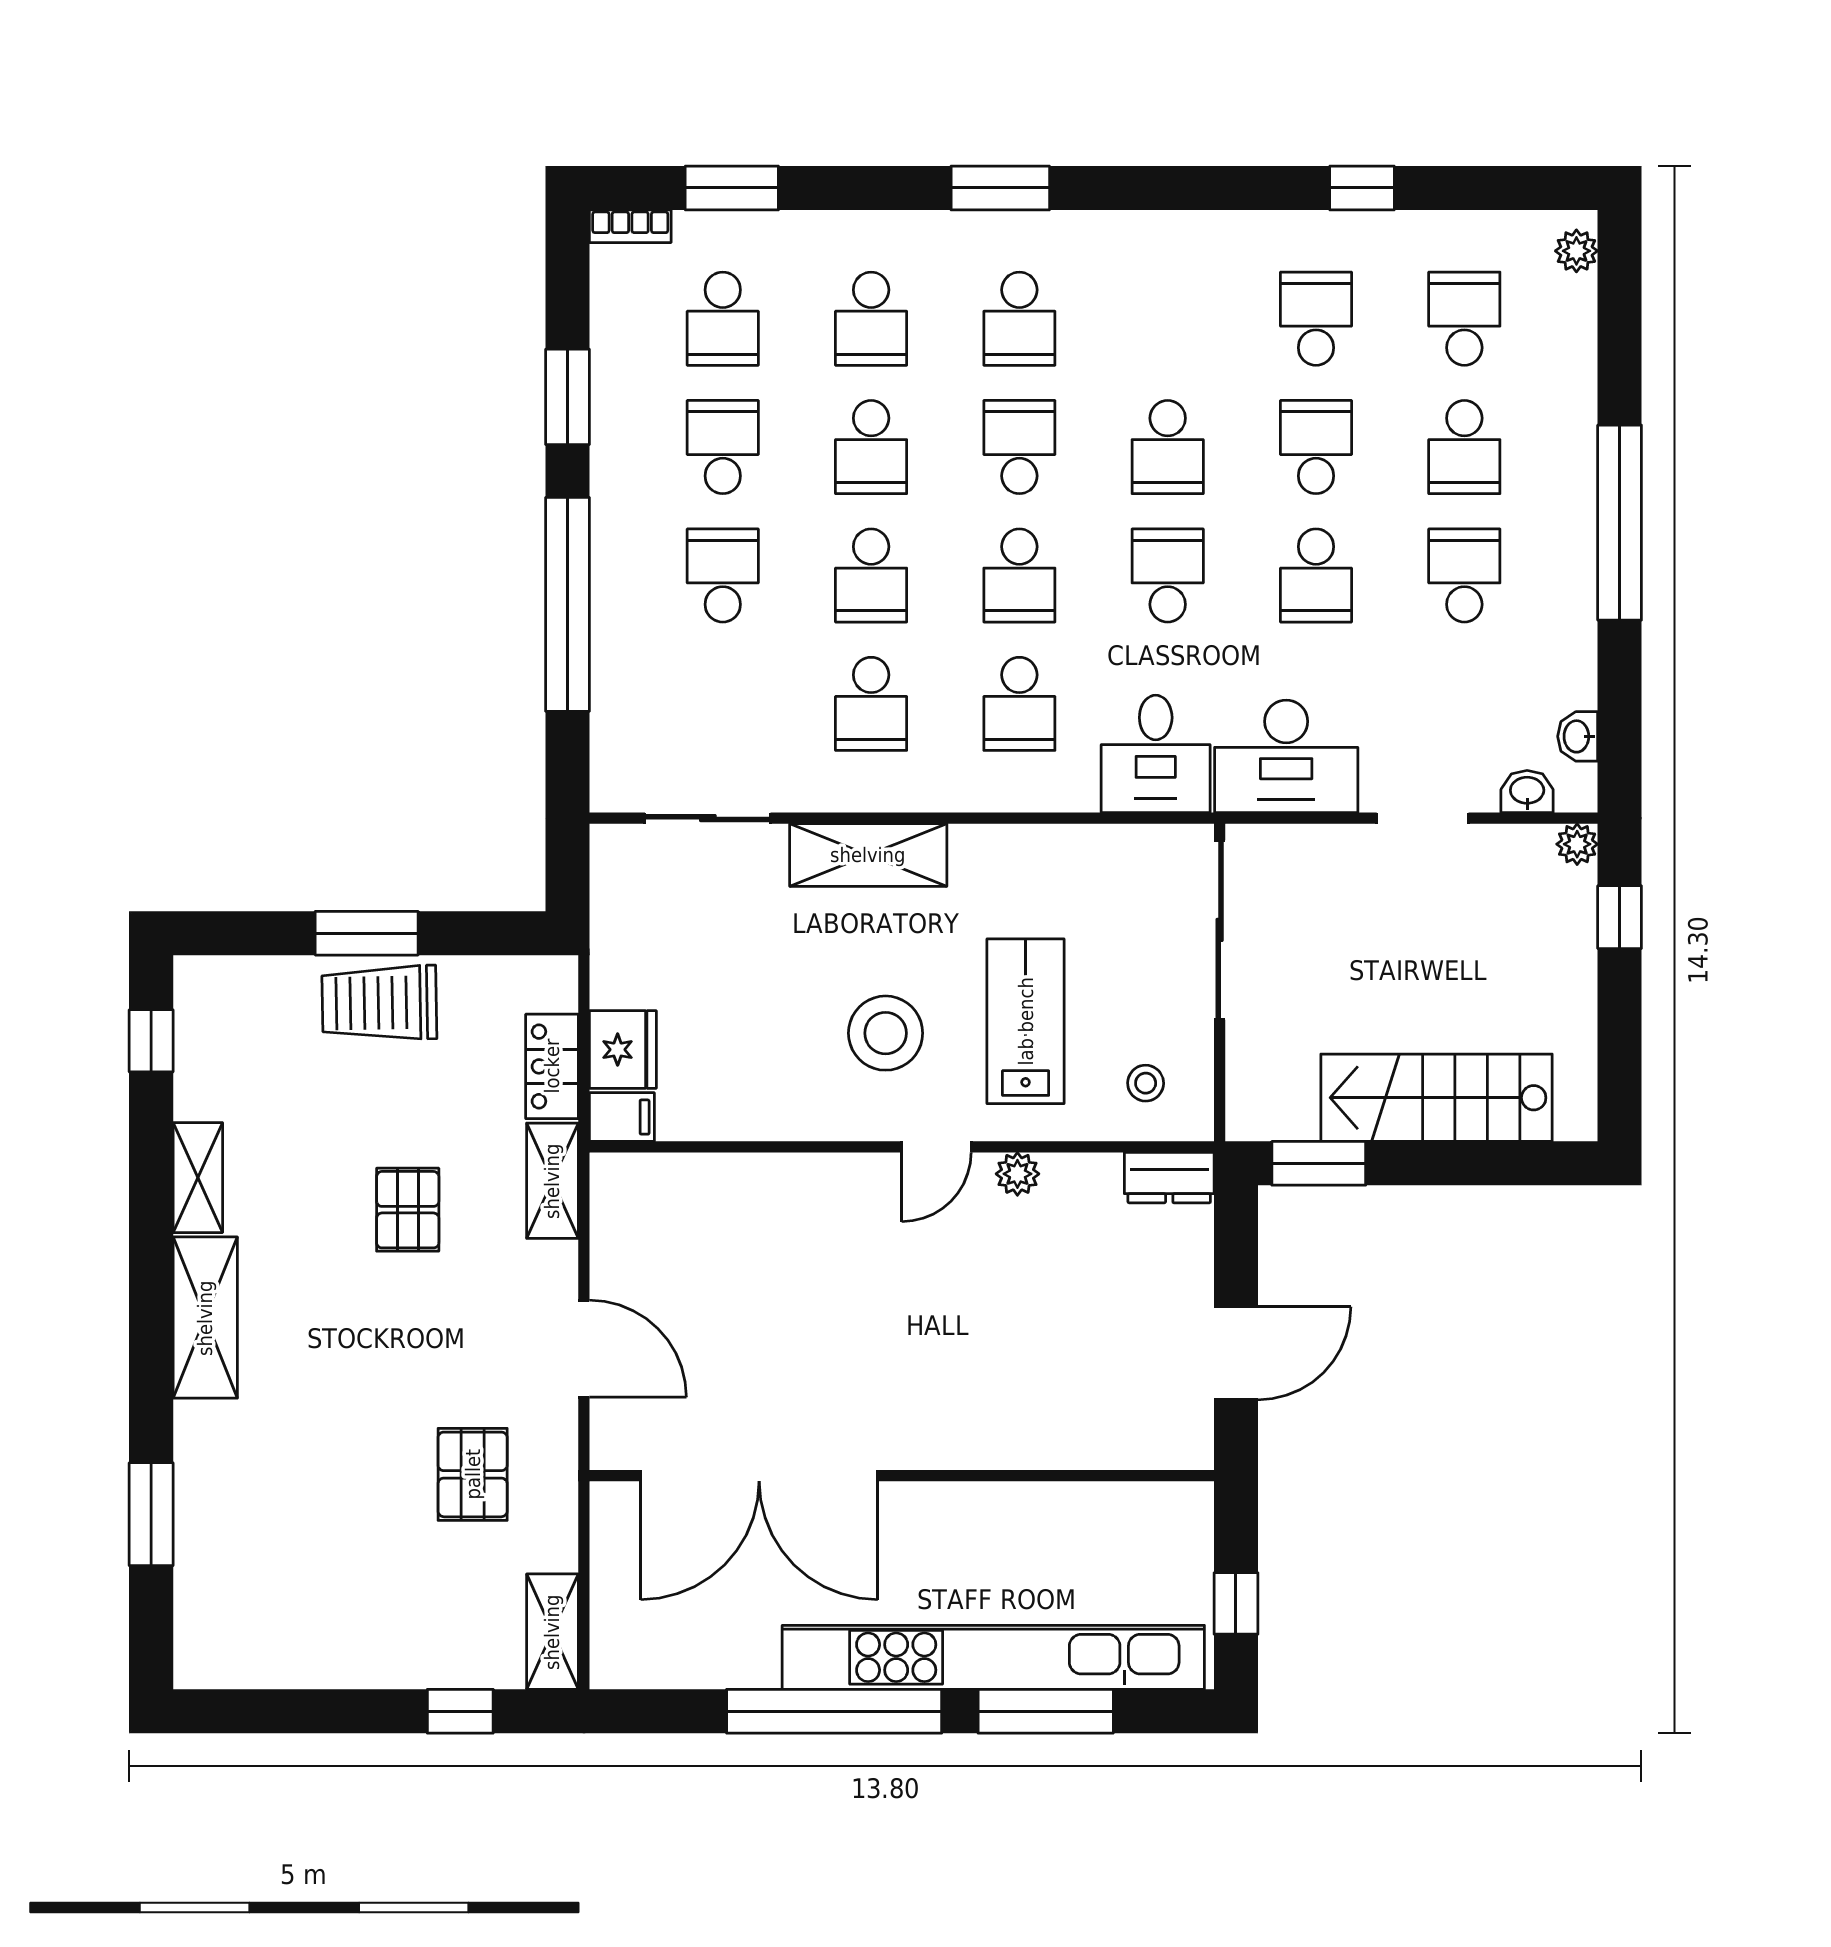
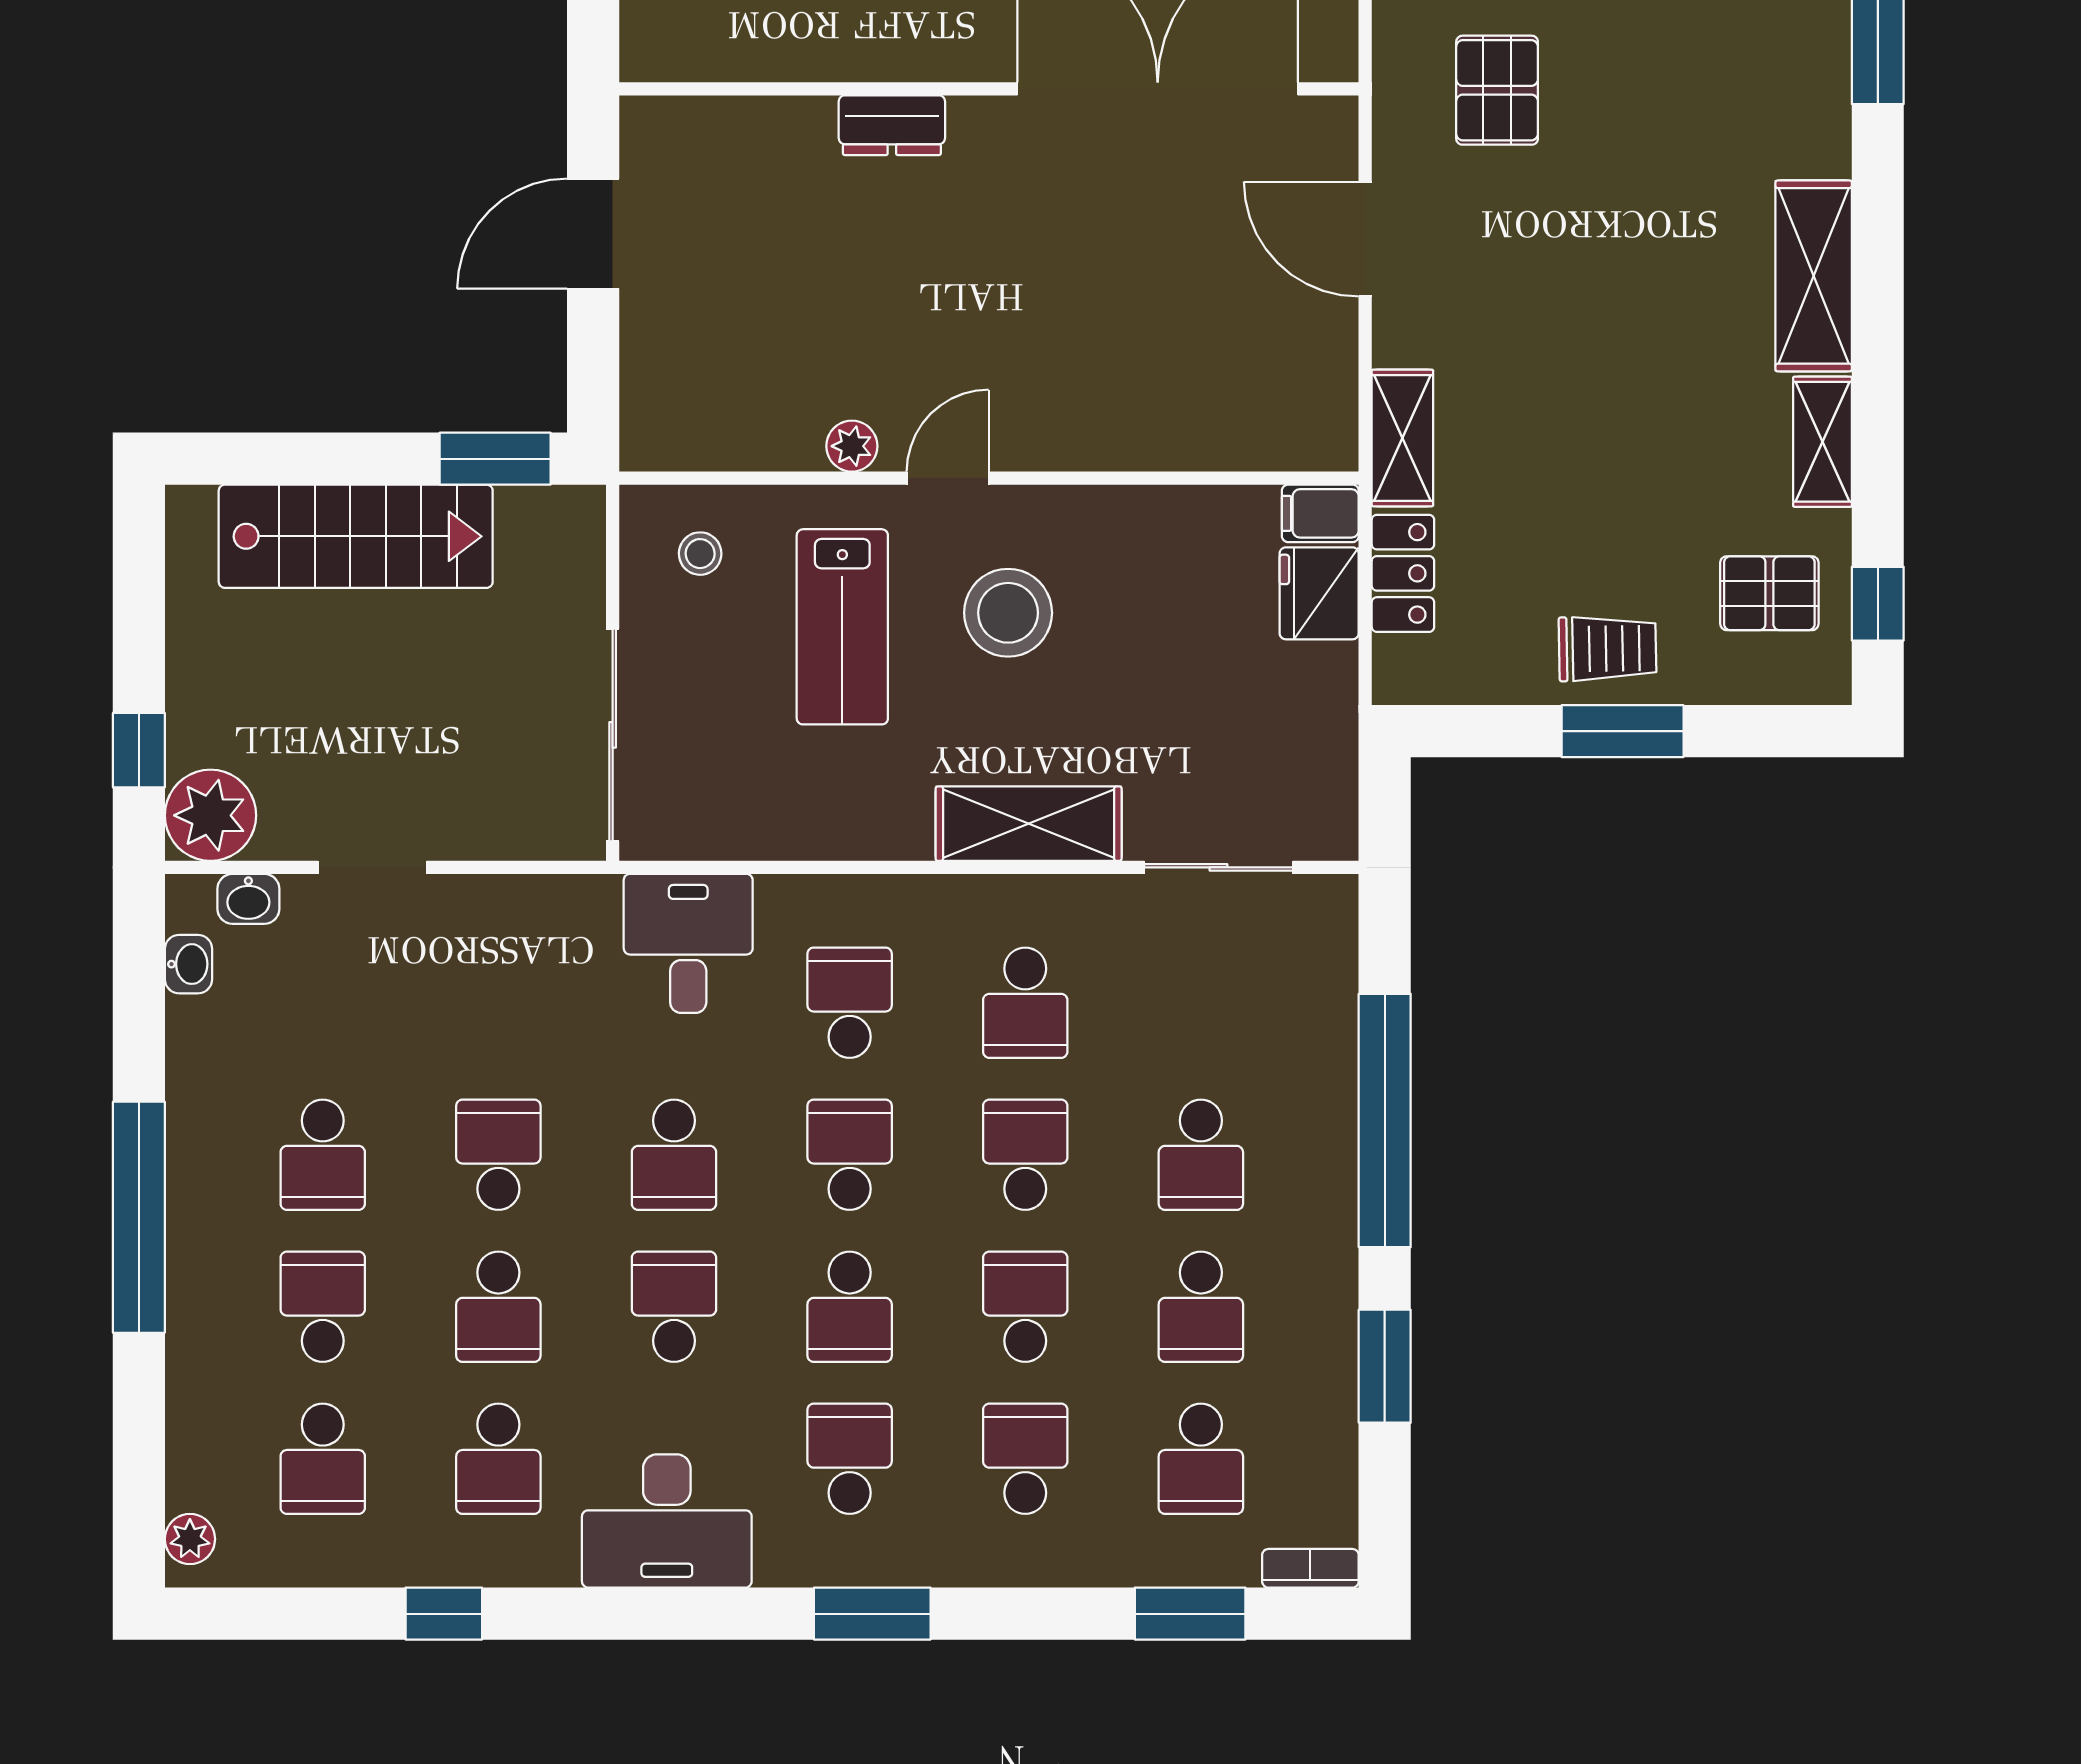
school desk: (723, 319) -> (1201, 1459), turned 180
school desk: (871, 704) -> (1025, 1003), turned 180
desk: (1286, 756) -> (667, 1521), moved, turned 180
plant: (1577, 844) -> (210, 815), width x1.88, depth x1.88
trolley: (379, 1003) -> (1608, 649), width x0.73, depth x0.72
dresser: (1169, 1178) -> (892, 125), moved, turned 180
pallet: (408, 1210) -> (1769, 593), moved, turned 90

